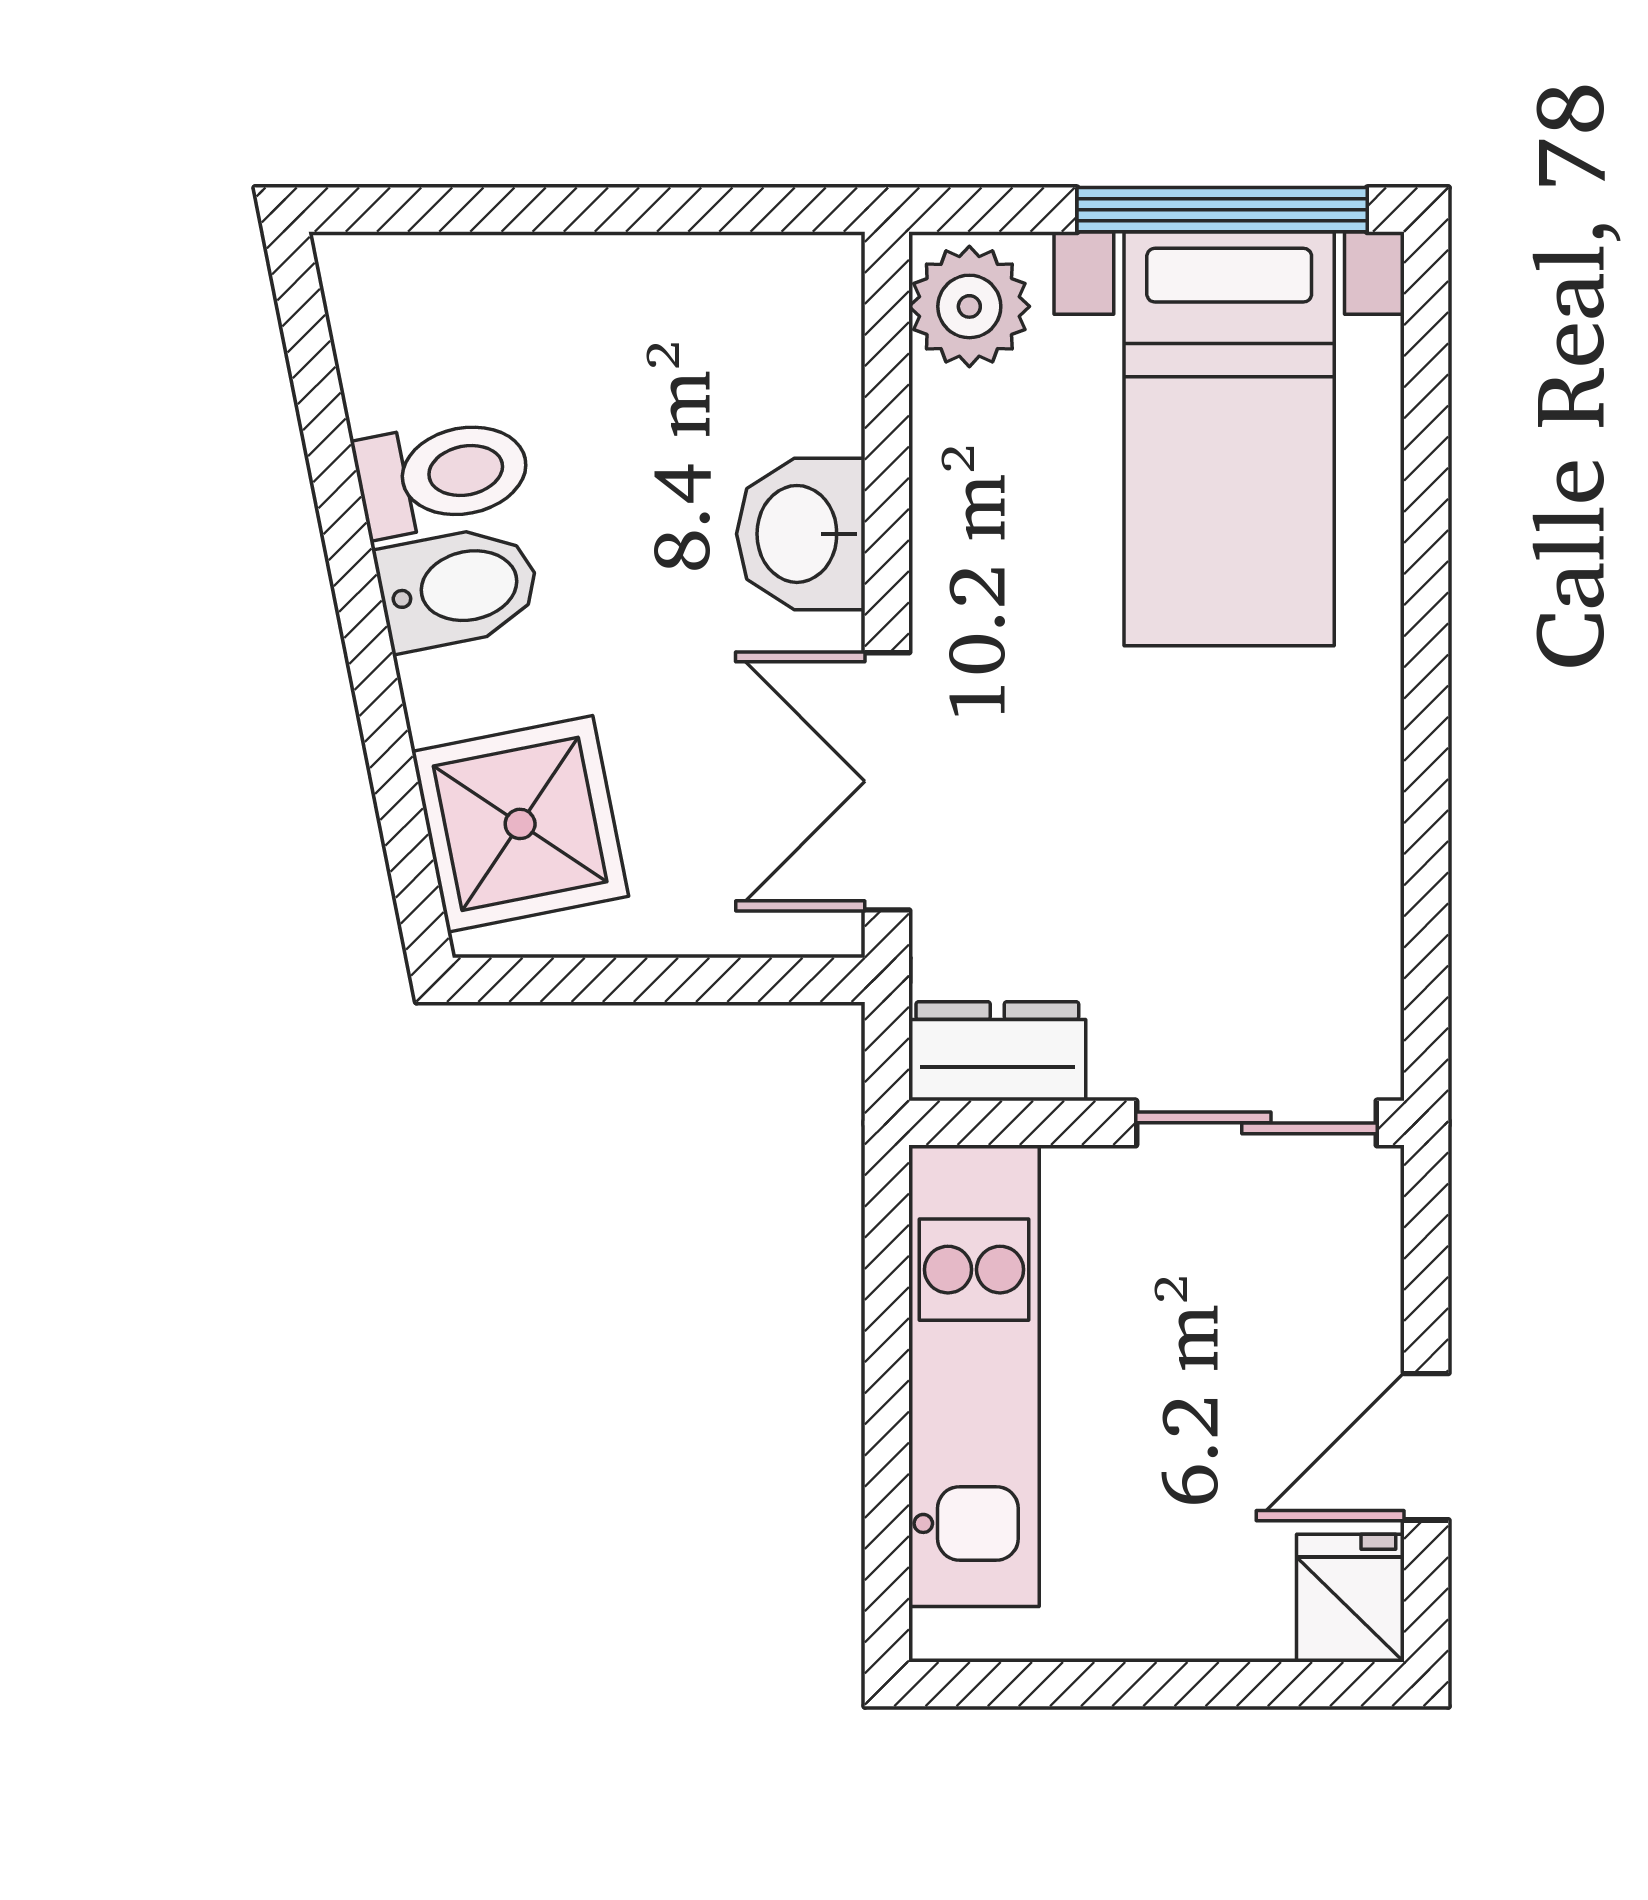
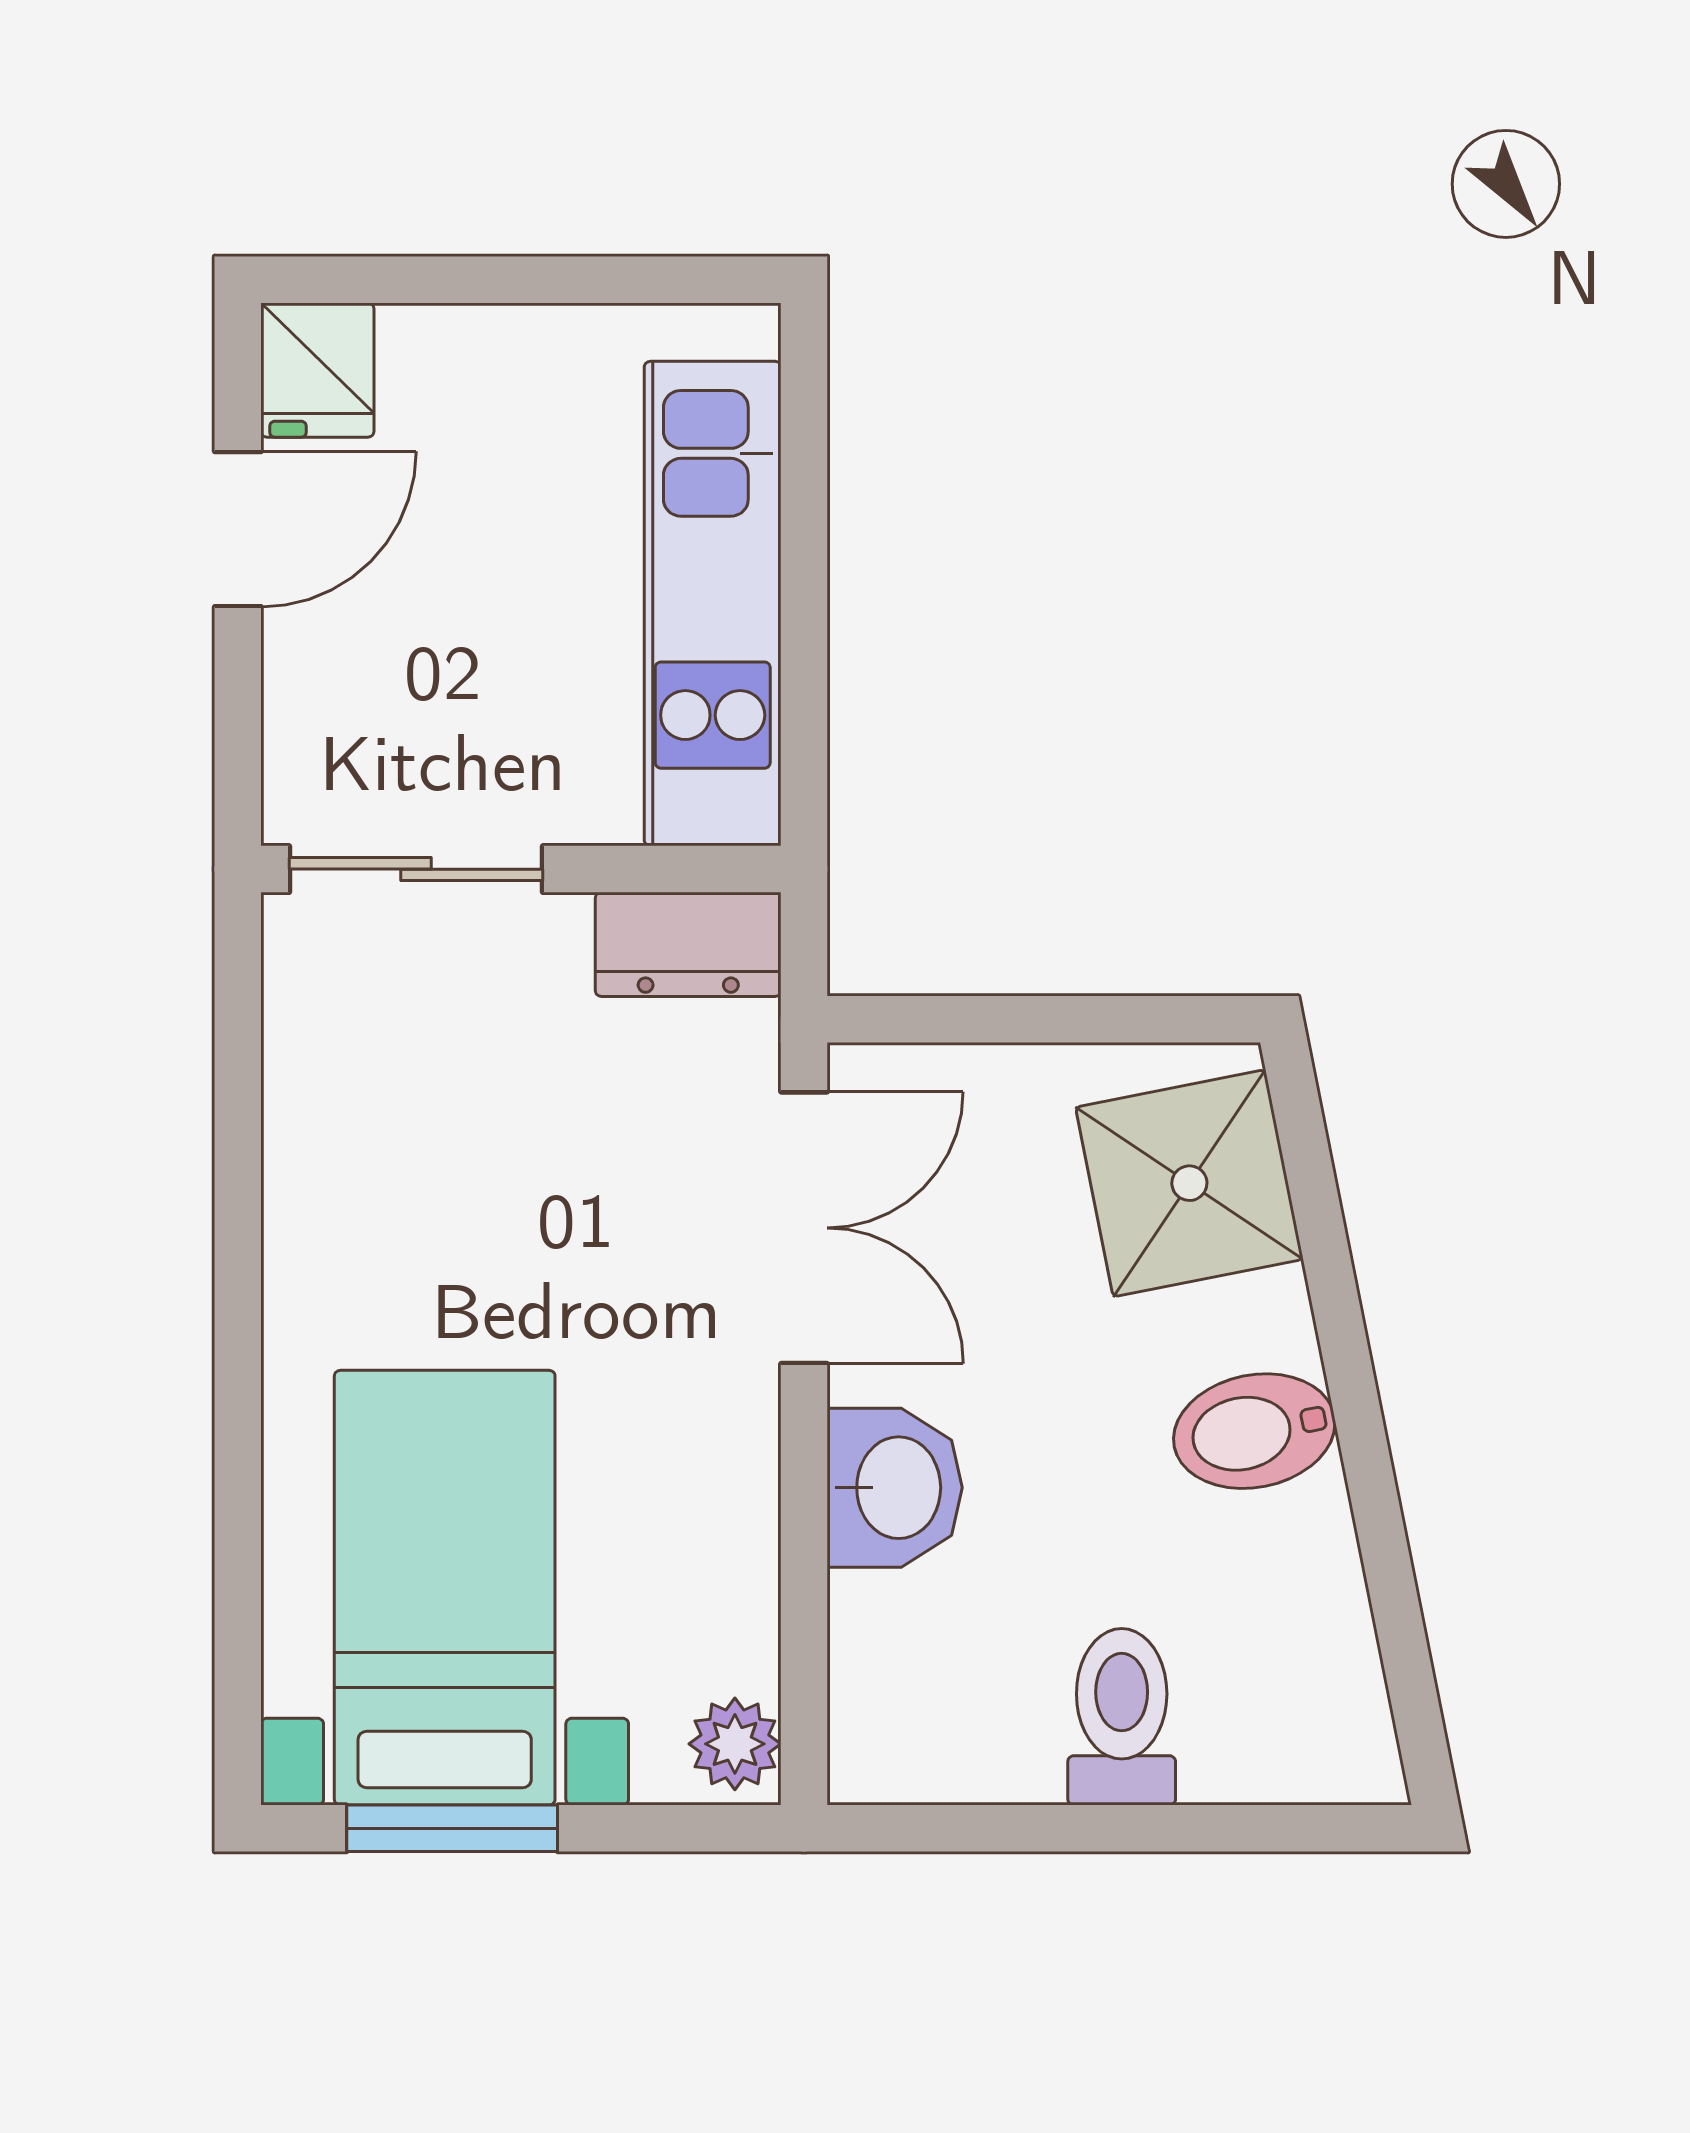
window: (1222, 210) -> (452, 1828), width x0.69
plant: (969, 306) -> (735, 1744), width x0.73, depth x0.73
toilet: (443, 475) -> (1122, 1717), moved, turned 101

